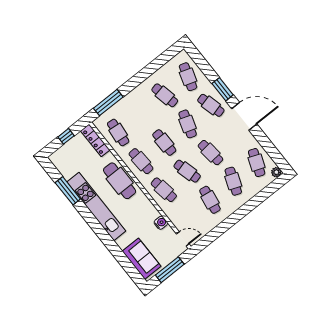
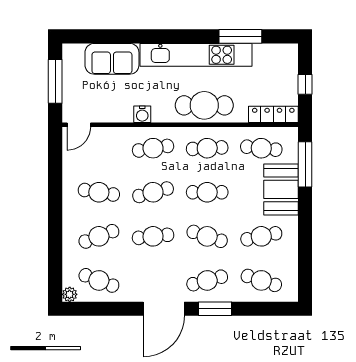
booth: (132, 105) -> (281, 189), added
cafe table: (233, 181) -> (99, 236), turned -42
water cooler: (161, 223) -> (142, 114), moved
sofa: (142, 259) -> (112, 59), moved

